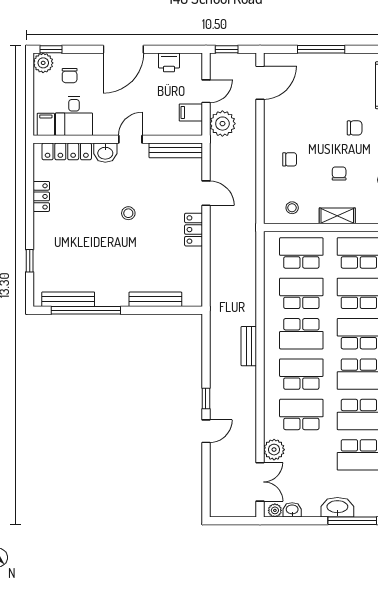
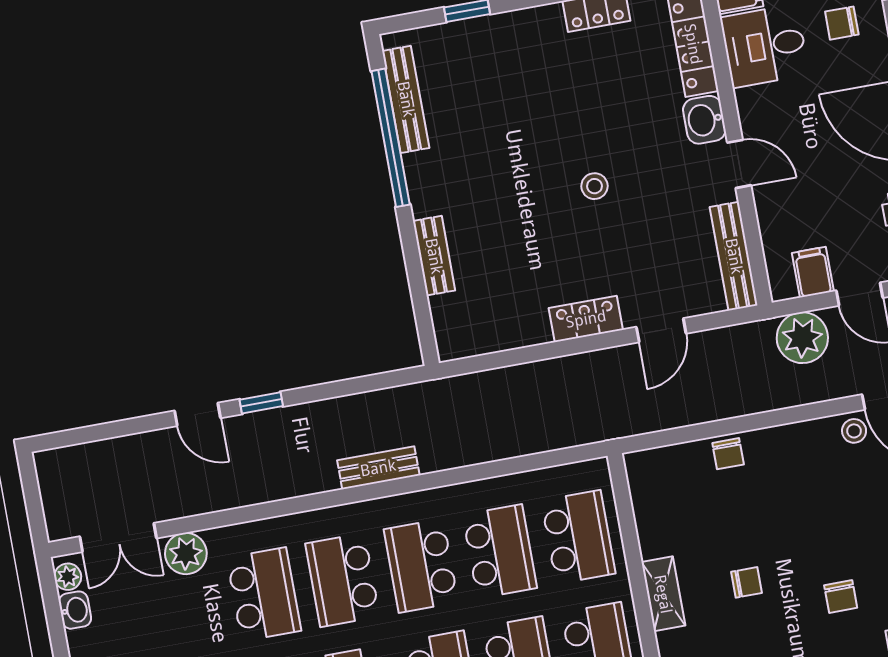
chair: (290, 159) -> (728, 454), moved
stool: (292, 208) -> (854, 431), moved
bench: (155, 299) -> (434, 256), width x0.73
school desk: (301, 374) -> (342, 580), turned 180

